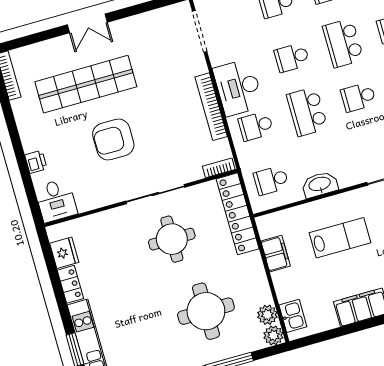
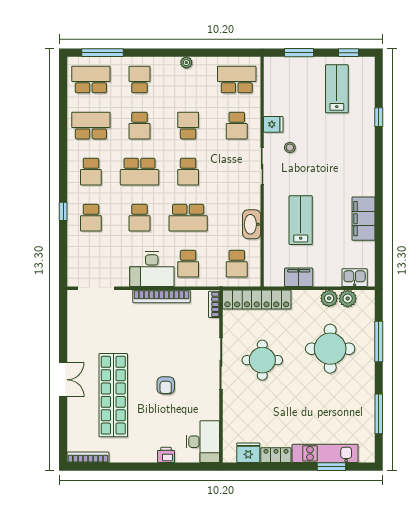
armchair: (113, 139) -> (166, 385), width x0.53, depth x0.53
desk: (56, 200) -> (203, 442), width x1.37
plant: (273, 335) -> (329, 298), moved

